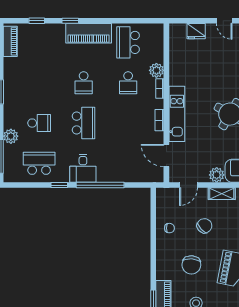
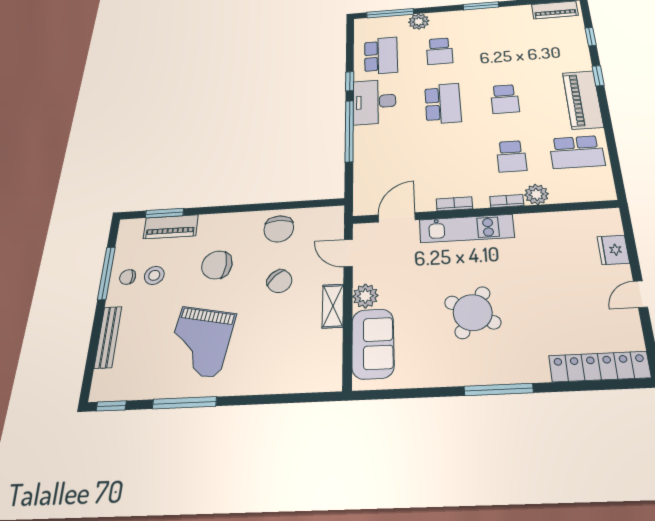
school desk: (128, 42) -> (577, 152), turned 180
school desk: (84, 83) -> (505, 99), turned -90
school desk: (128, 83) -> (511, 156), turned -90
school desk: (84, 123) -> (443, 103), turned -90
desk: (83, 168) -> (374, 102), width x1.37
chair: (169, 228) -> (279, 229), width x1.87, depth x1.87

